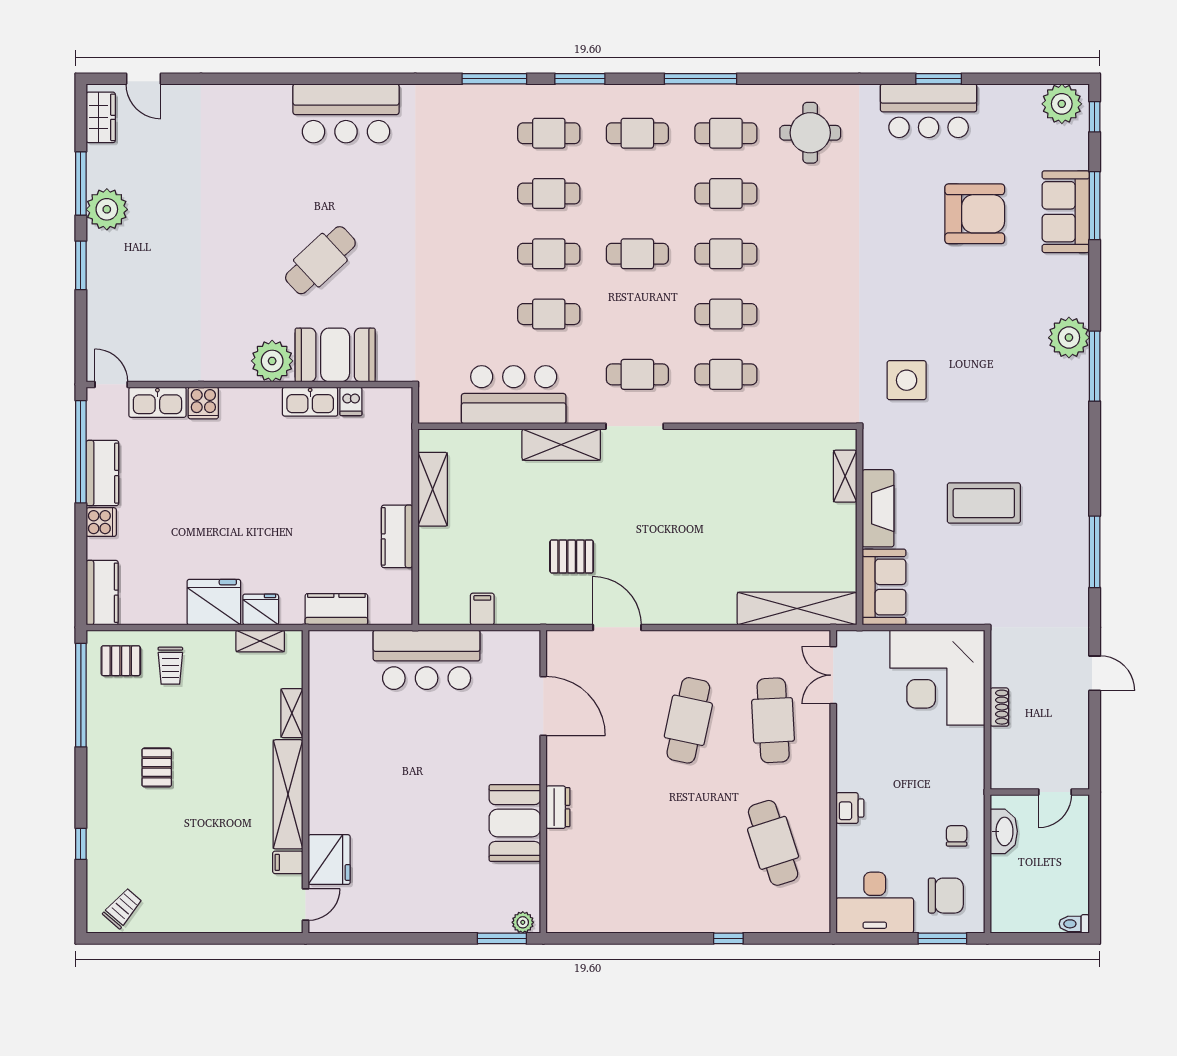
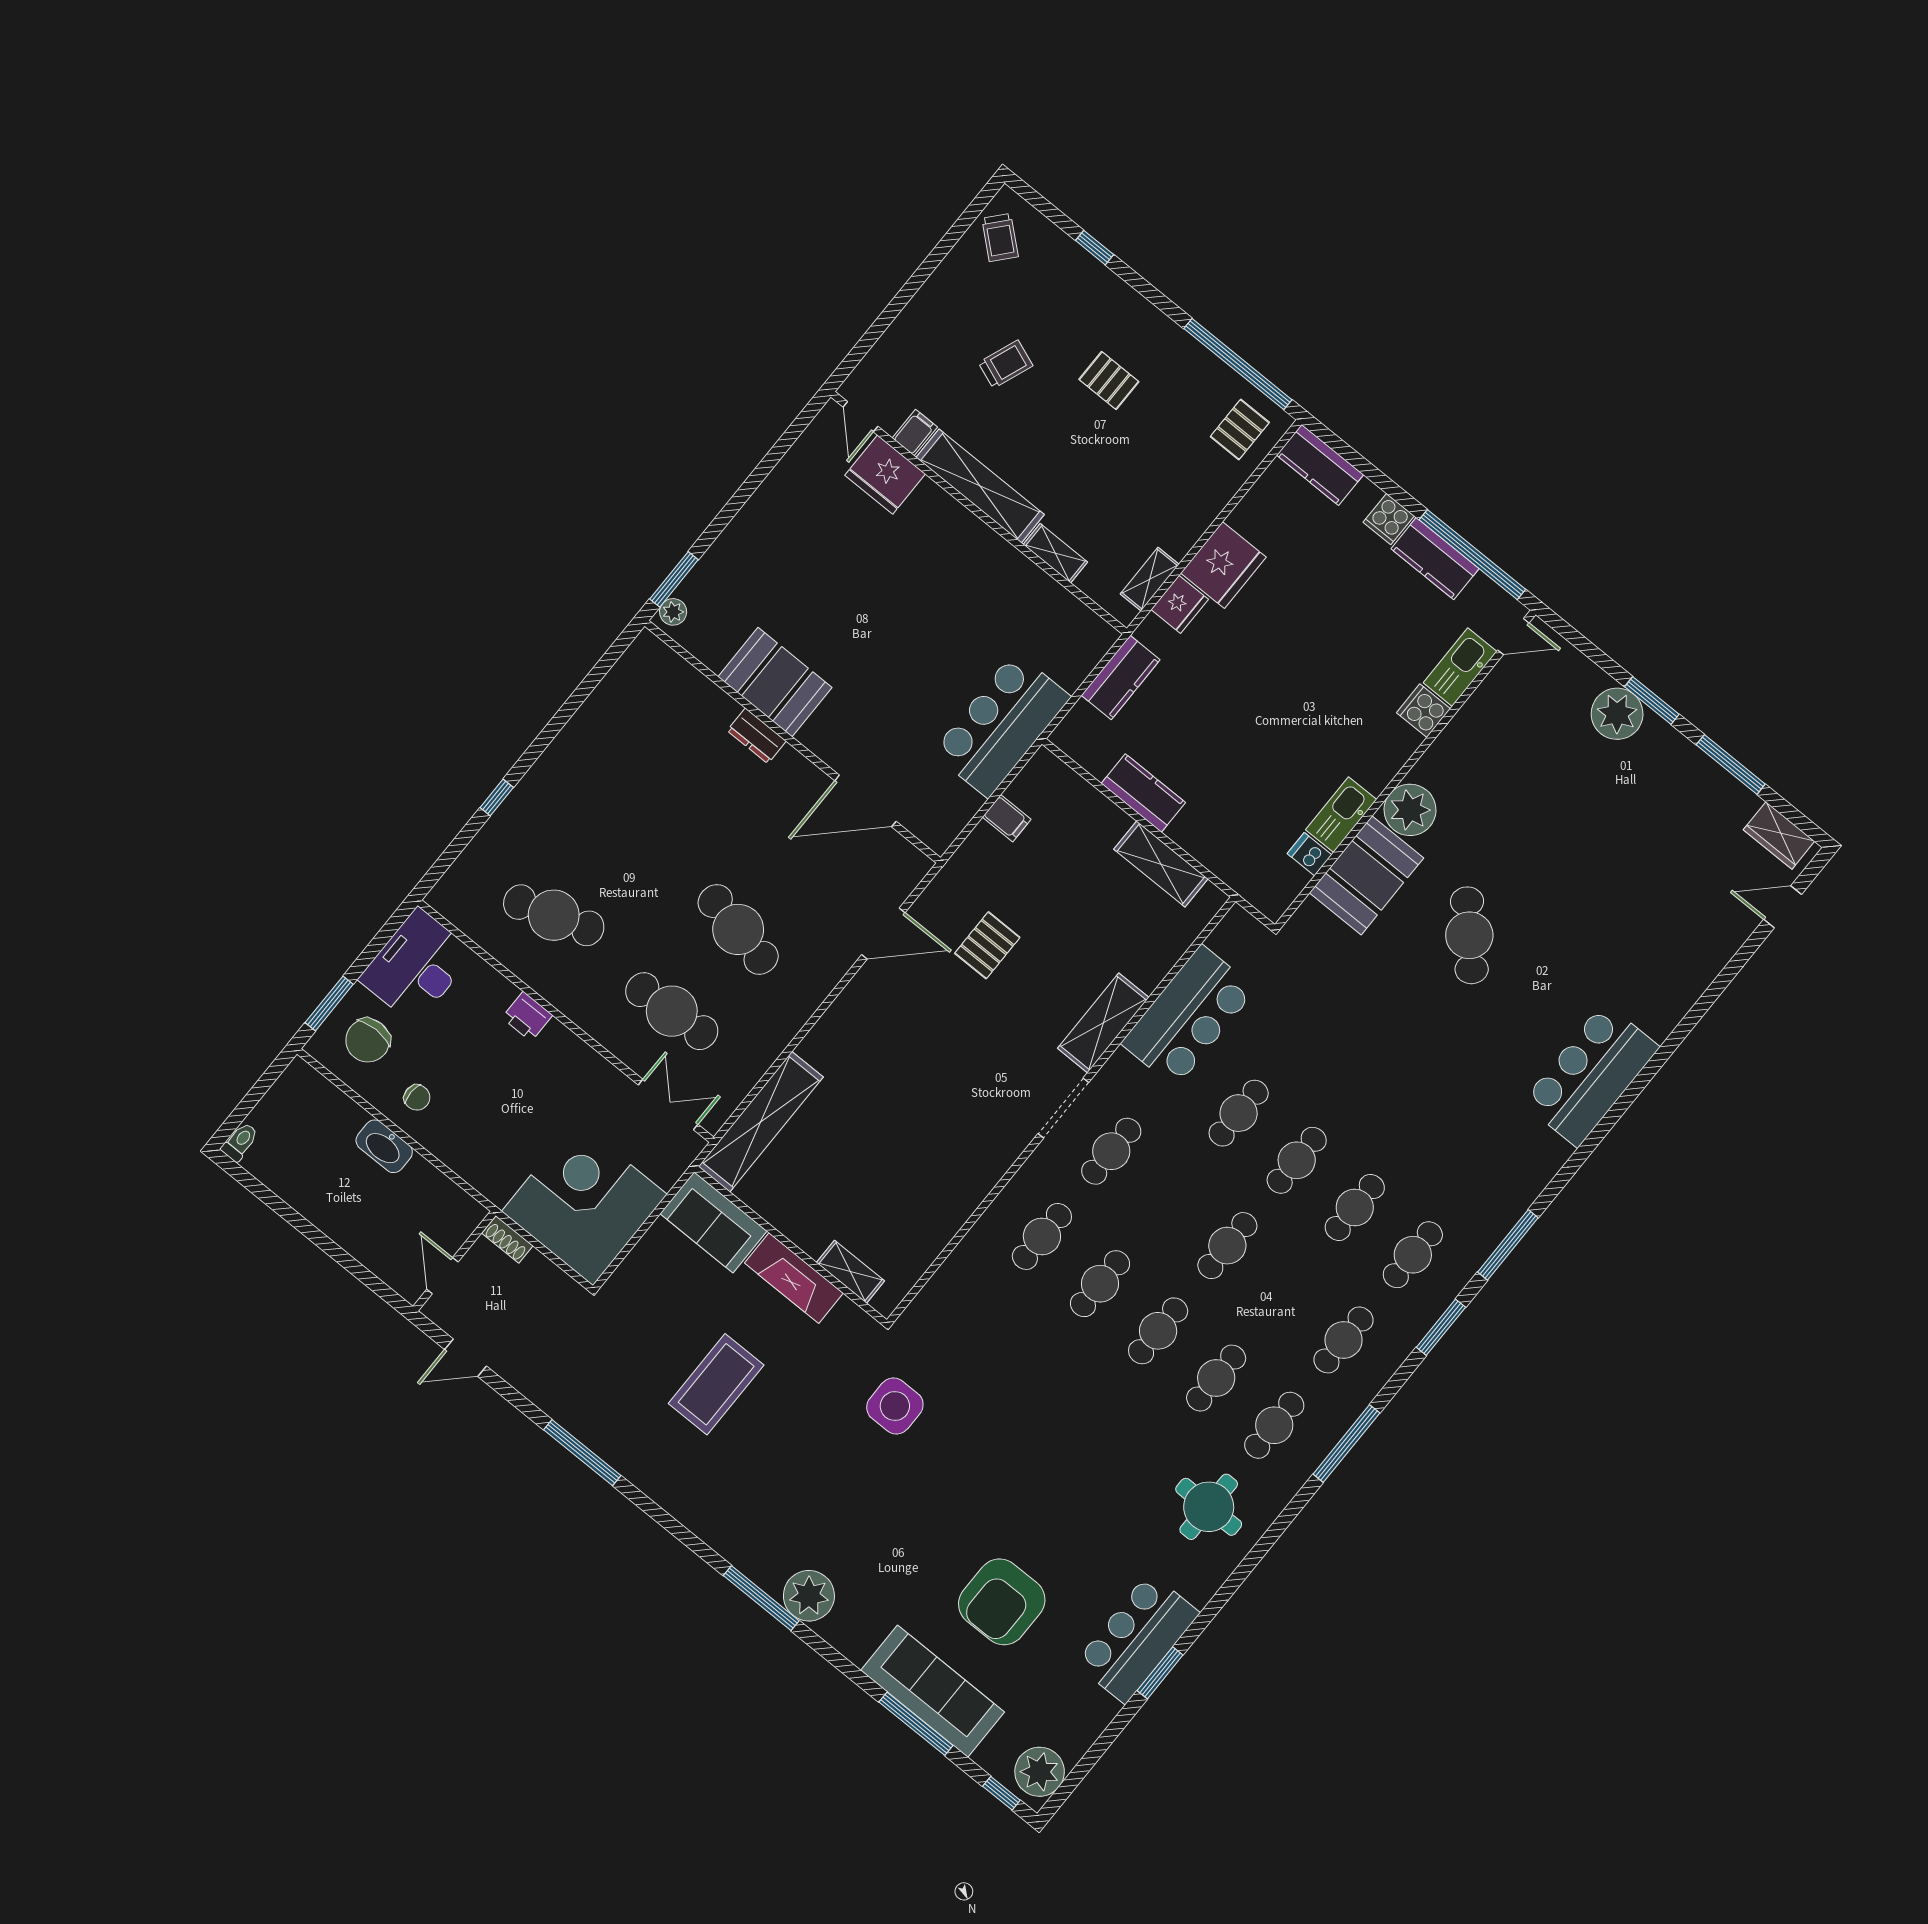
plant: (107, 209) -> (1617, 714), moved
sofa: (1066, 212) -> (933, 1691), width x1.36
trolley: (170, 666) -> (1006, 364), moved, turned 111
wall: (1040, 792) -> (454, 1261), moved
door: (1055, 792) -> (442, 1276), moved

